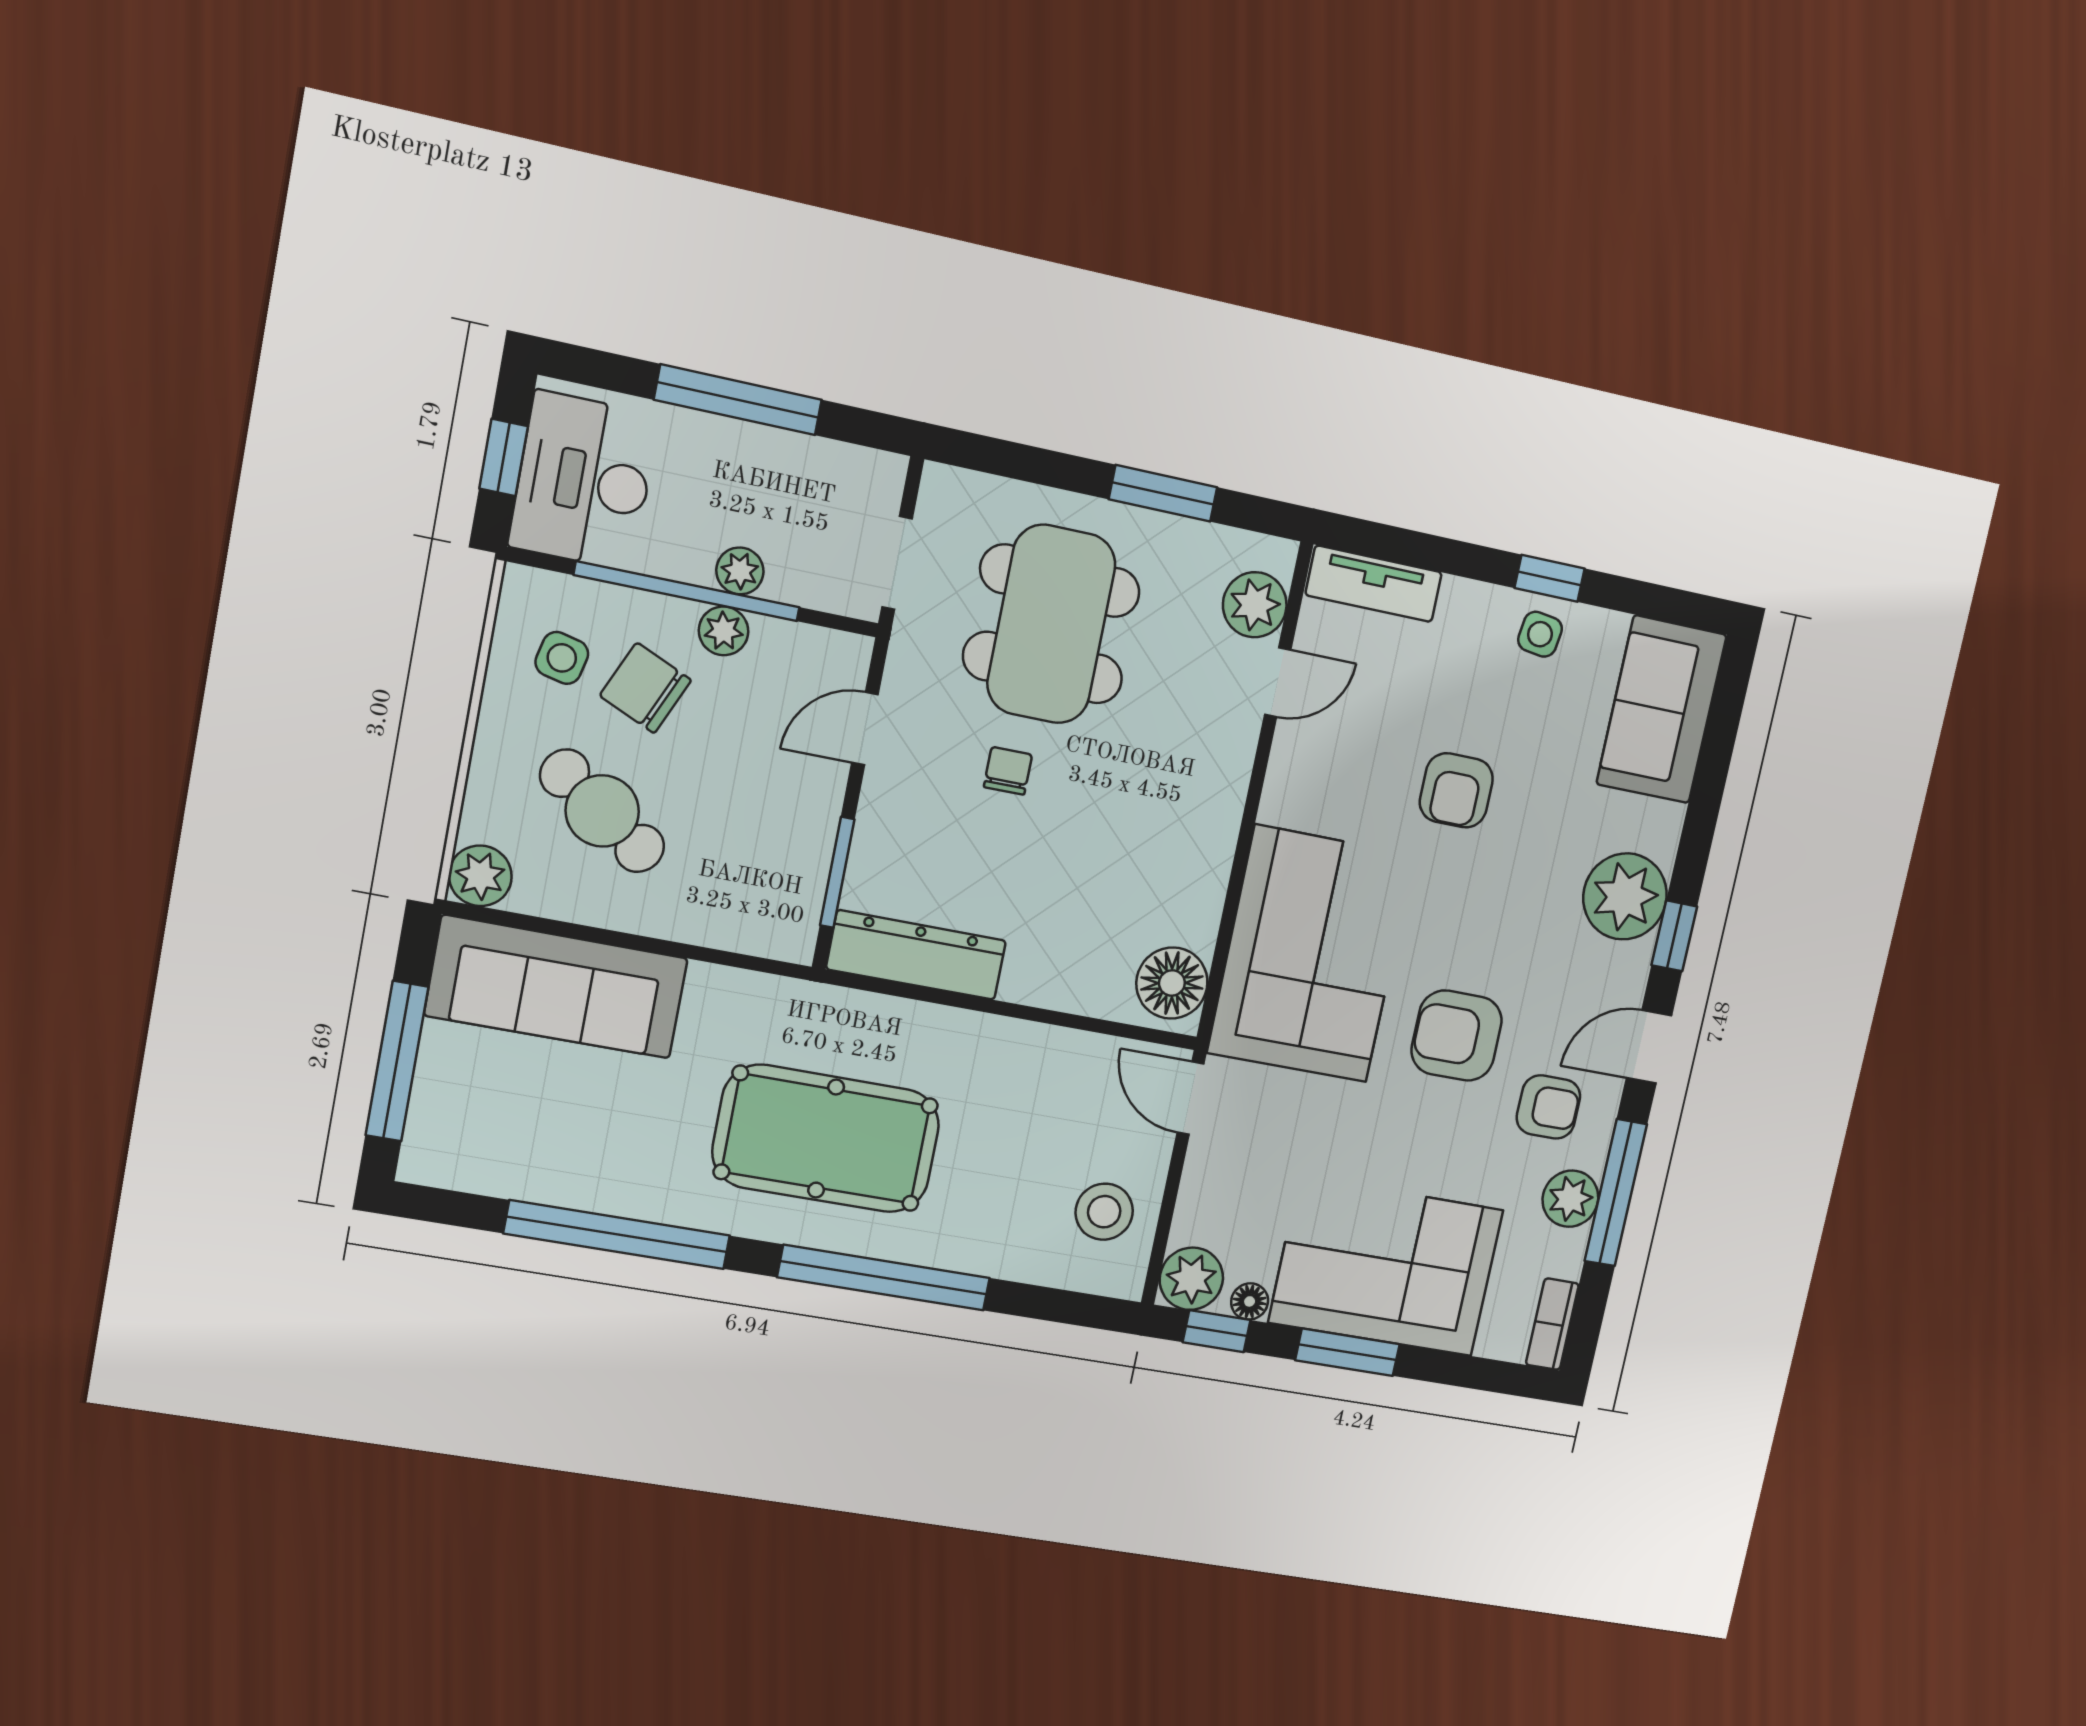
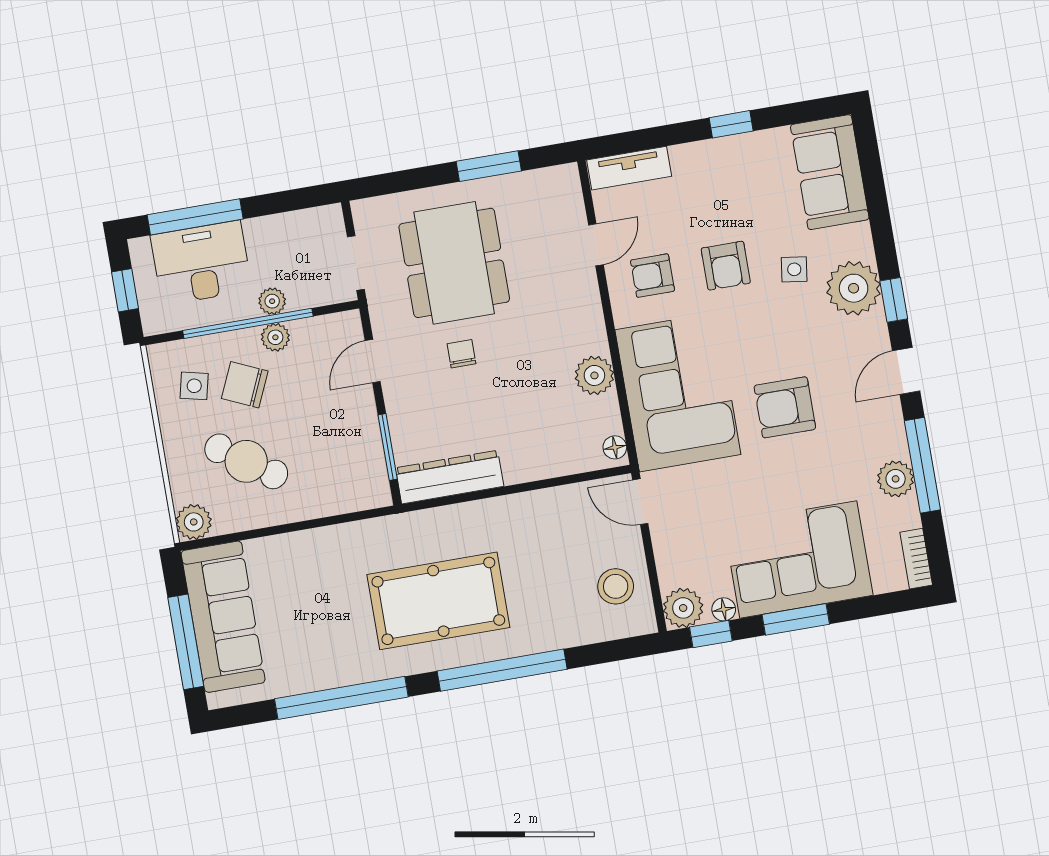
window: (738, 400) -> (195, 217), moved
desk: (584, 481) -> (201, 263), moved, turned 90
plant: (1255, 605) -> (594, 375), moved
side table: (1540, 634) -> (794, 269), moved
floor lamp: (1172, 983) -> (615, 447), width x0.53, depth x0.53
sofa: (556, 987) -> (223, 617), moved, turned -90
armchair: (1548, 1107) -> (653, 276), moved, turned 180

